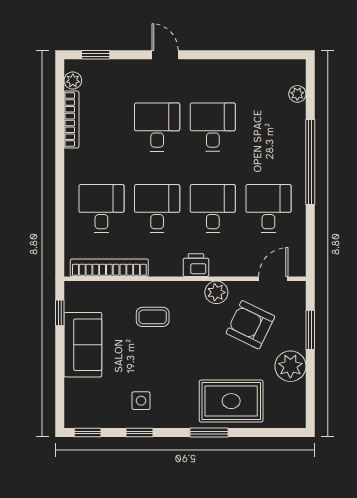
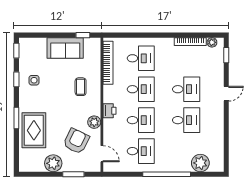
plant: (297, 94) -> (200, 163), width x1.88, depth x1.88

